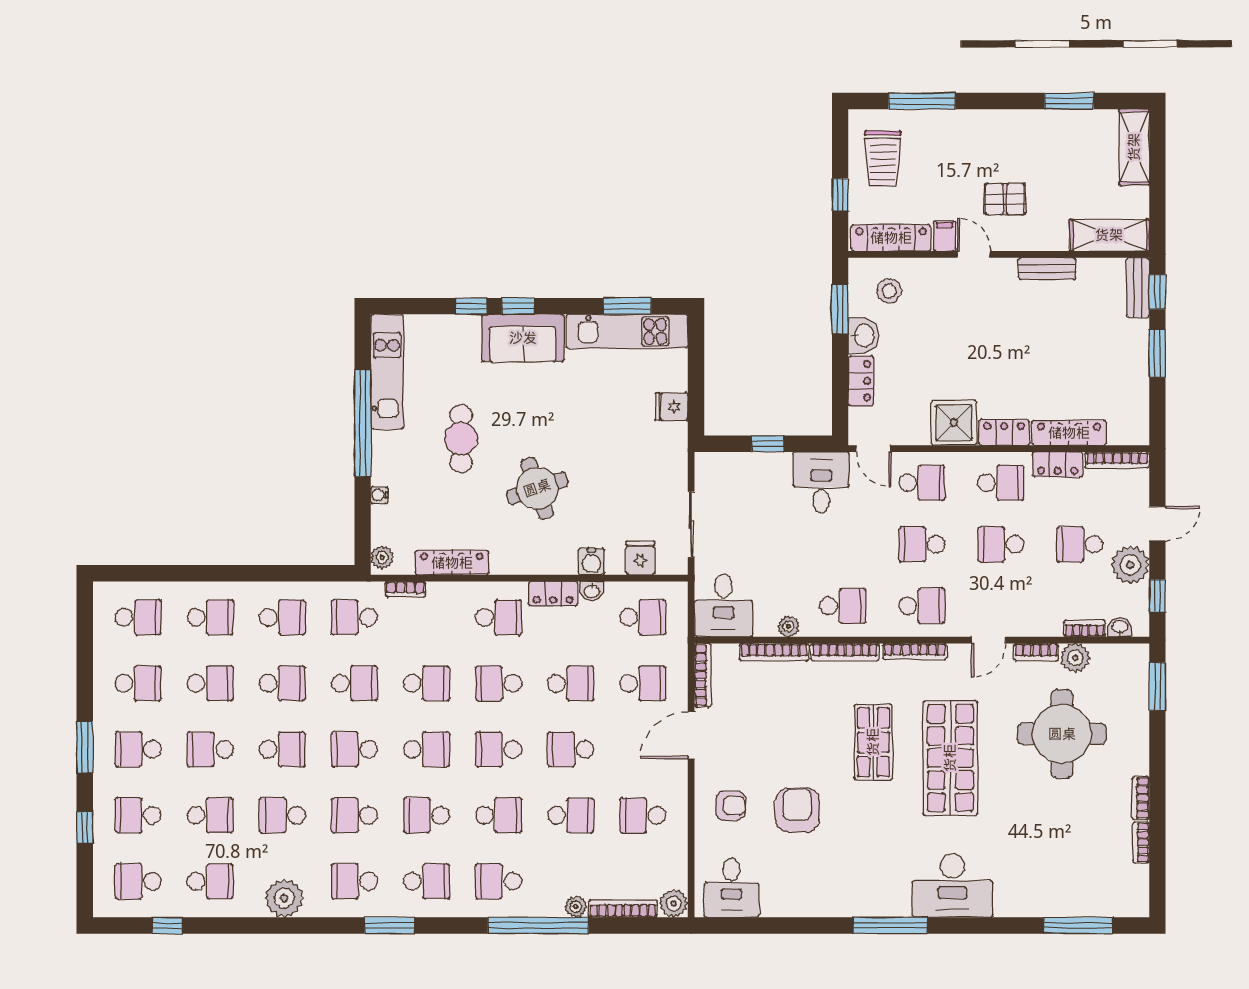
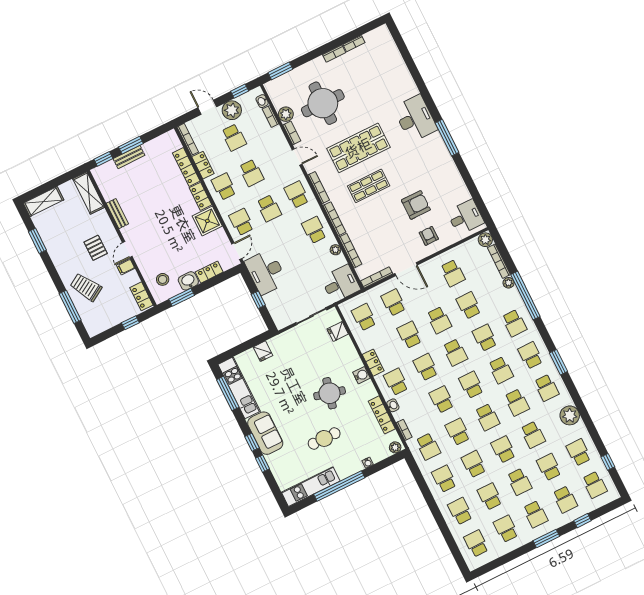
trolley: (883, 159) -> (86, 287), moved, turned -121
locker: (891, 238) -> (141, 296), width x0.66
bench: (1138, 287) -> (129, 157), moved
window: (627, 306) -> (228, 393), width x1.44
desk: (821, 482) -> (266, 272), width x1.37
round table: (537, 488) -> (330, 393), turned 33
water cooler: (592, 561) -> (361, 375), moved
washbasin: (592, 591) -> (393, 405), moved
school desk: (499, 683) -> (426, 367), turned 180
armchair: (797, 810) -> (416, 205), turned 180
window: (1078, 925) -> (405, 53), removed

